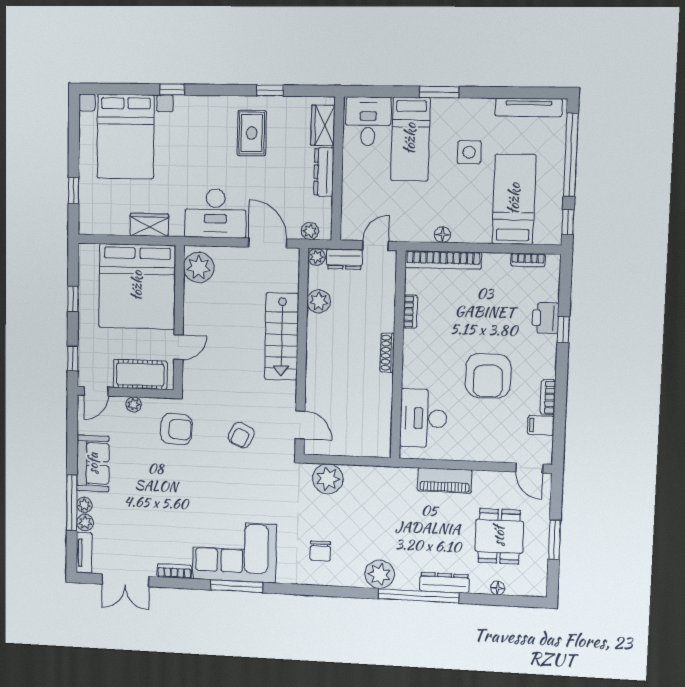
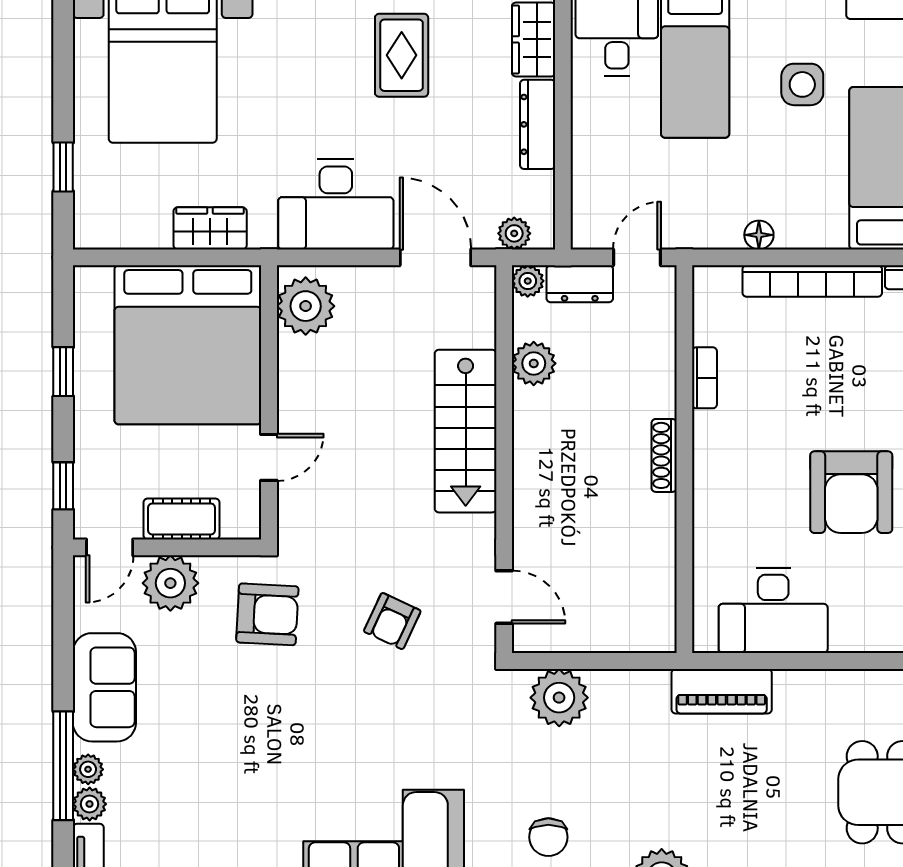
bookcase: (443, 260) -> (812, 281), moved
cot: (140, 374) -> (182, 519), width x0.73, depth x0.75
plant: (134, 404) -> (170, 583), width x1.87, depth x1.87
desk: (423, 418) -> (773, 610), moved, turned -90
piano: (445, 480) -> (722, 691), moved

